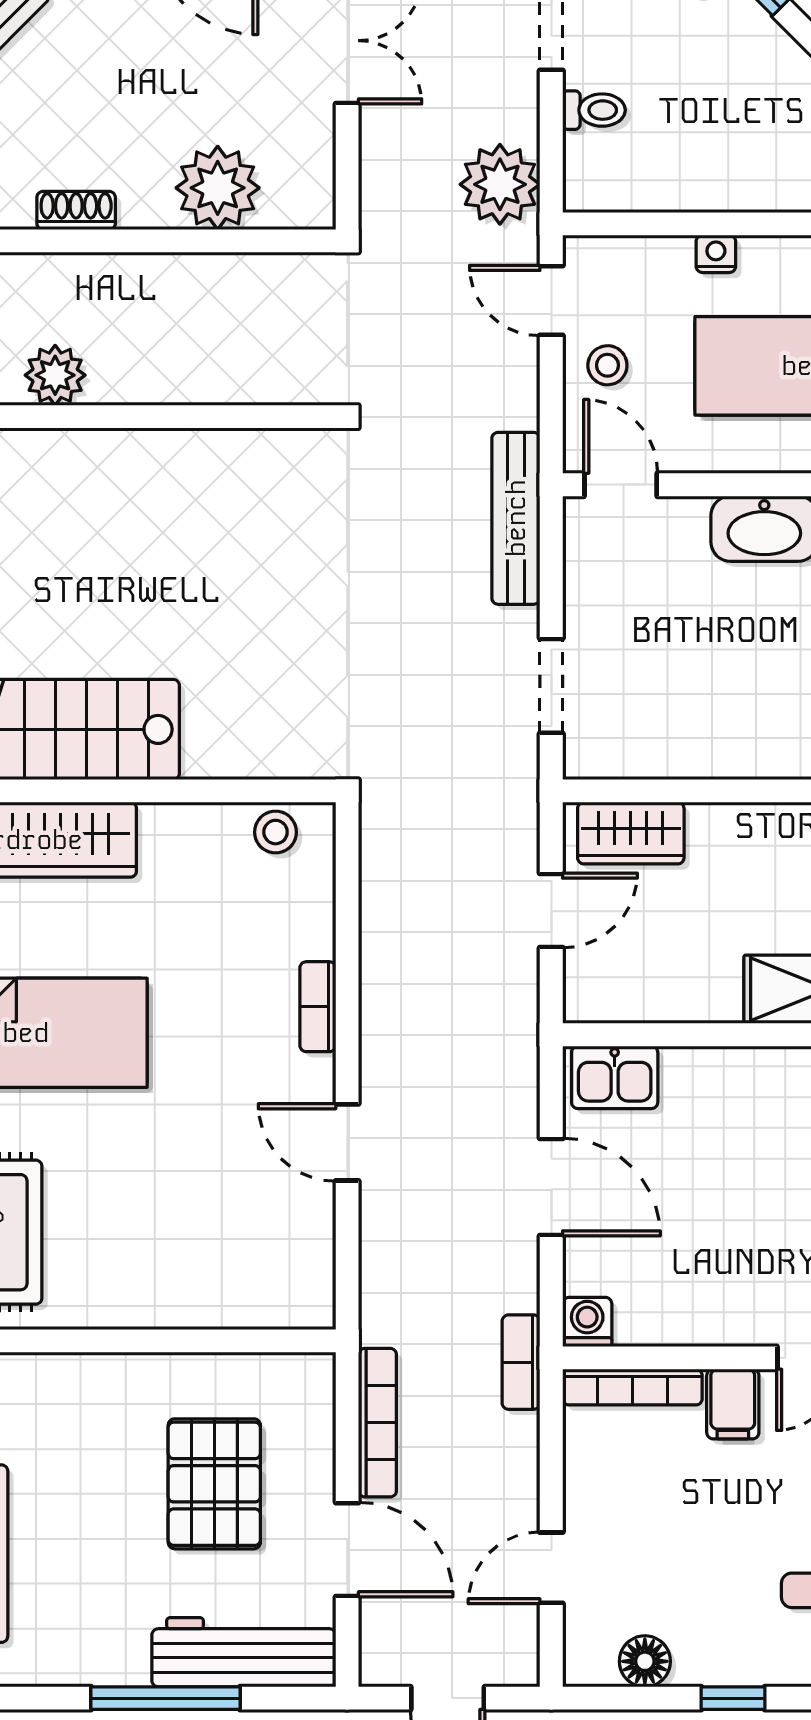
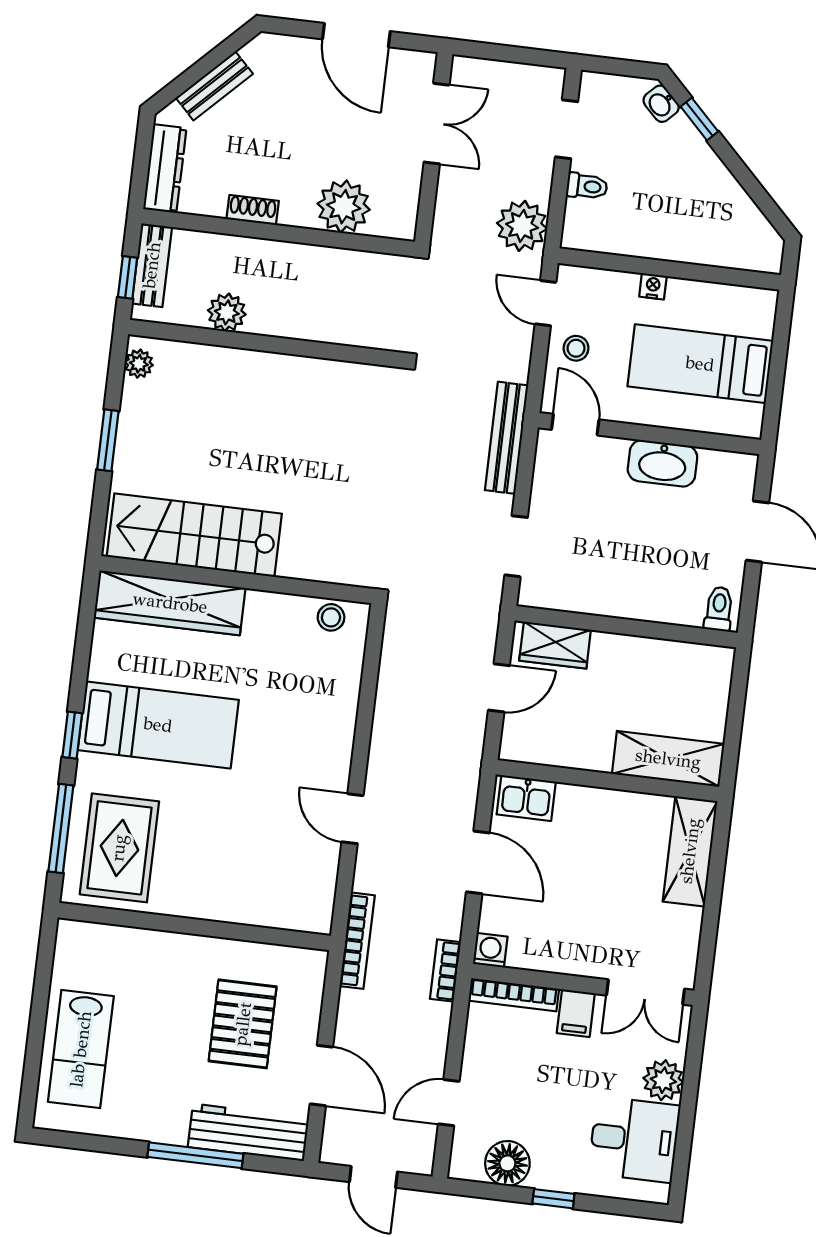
bookcase: (318, 1007) -> (344, 731), removed
bookcase: (377, 1423) -> (357, 941), moved
floor lamp: (645, 1661) -> (507, 1163), width x1.38, depth x1.38

